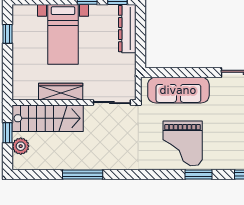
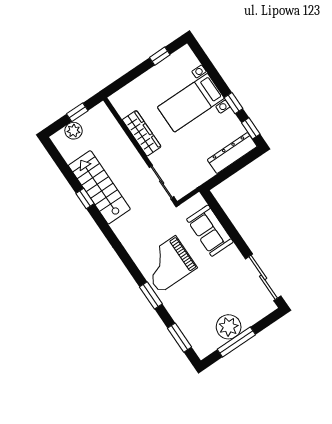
sofa: (178, 90) -> (210, 231), width x0.73
stairs: (48, 118) -> (99, 187), moved, turned 180
window: (83, 174) -> (85, 199), width x0.46

